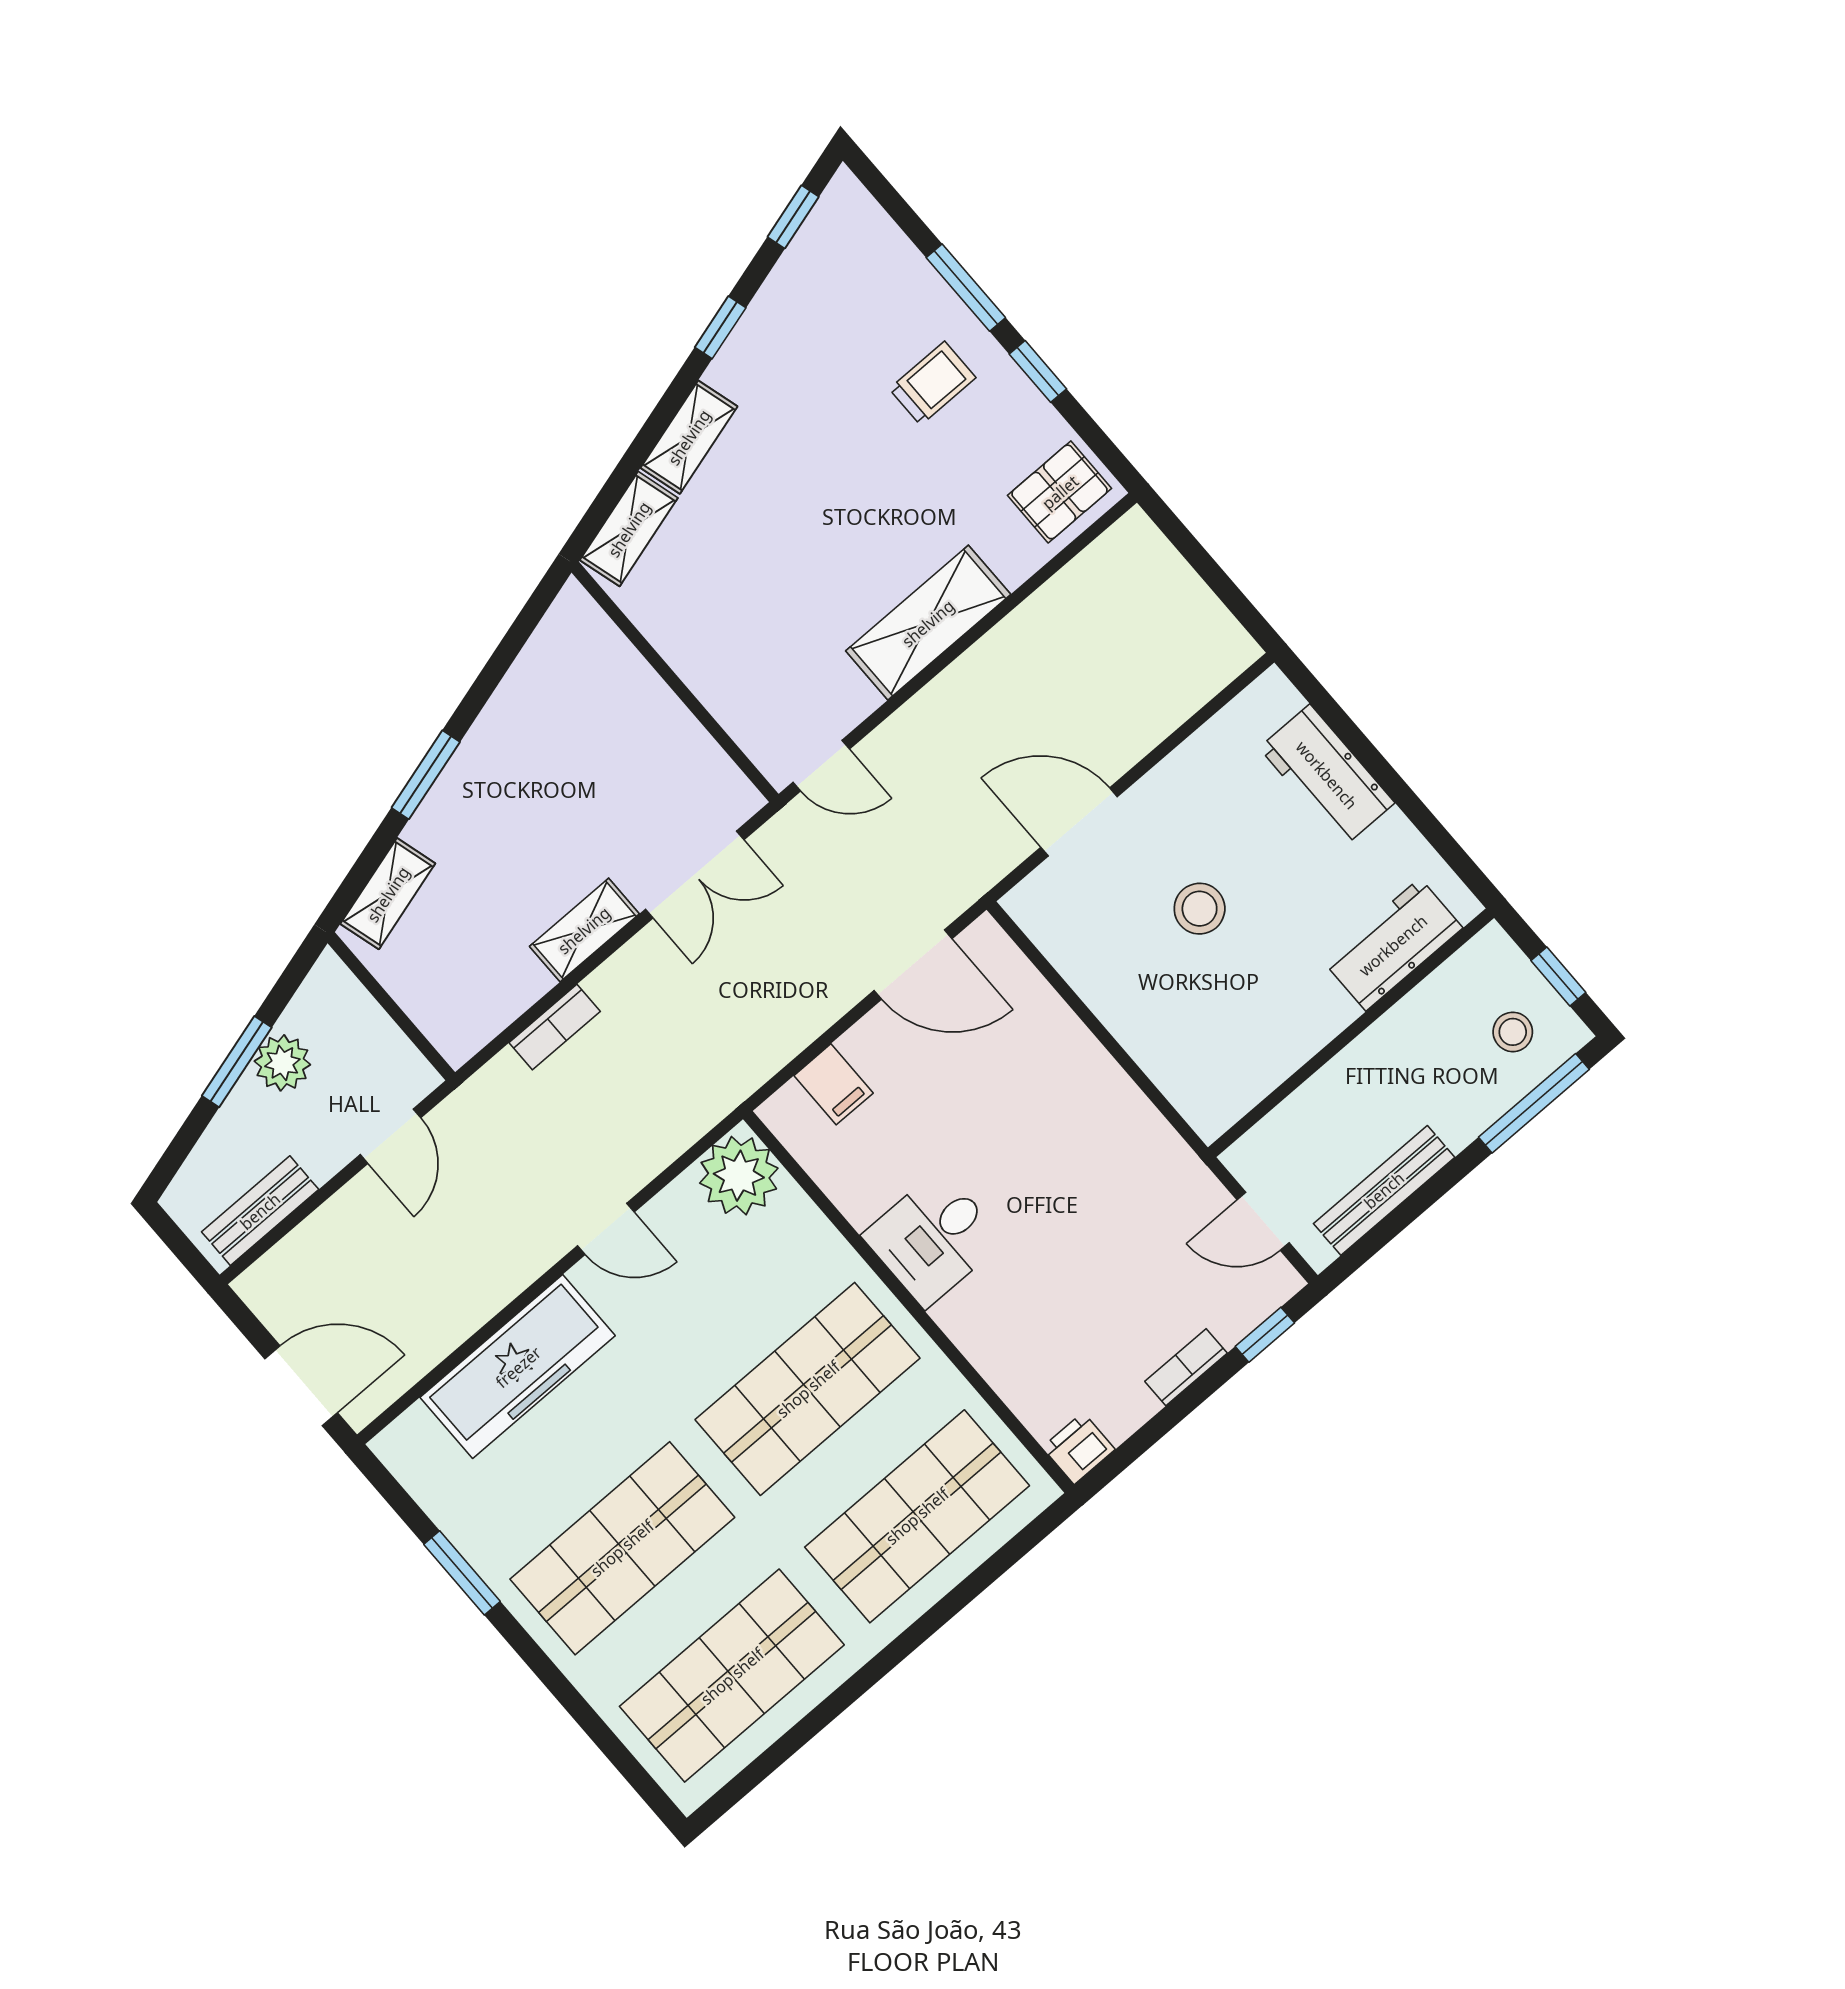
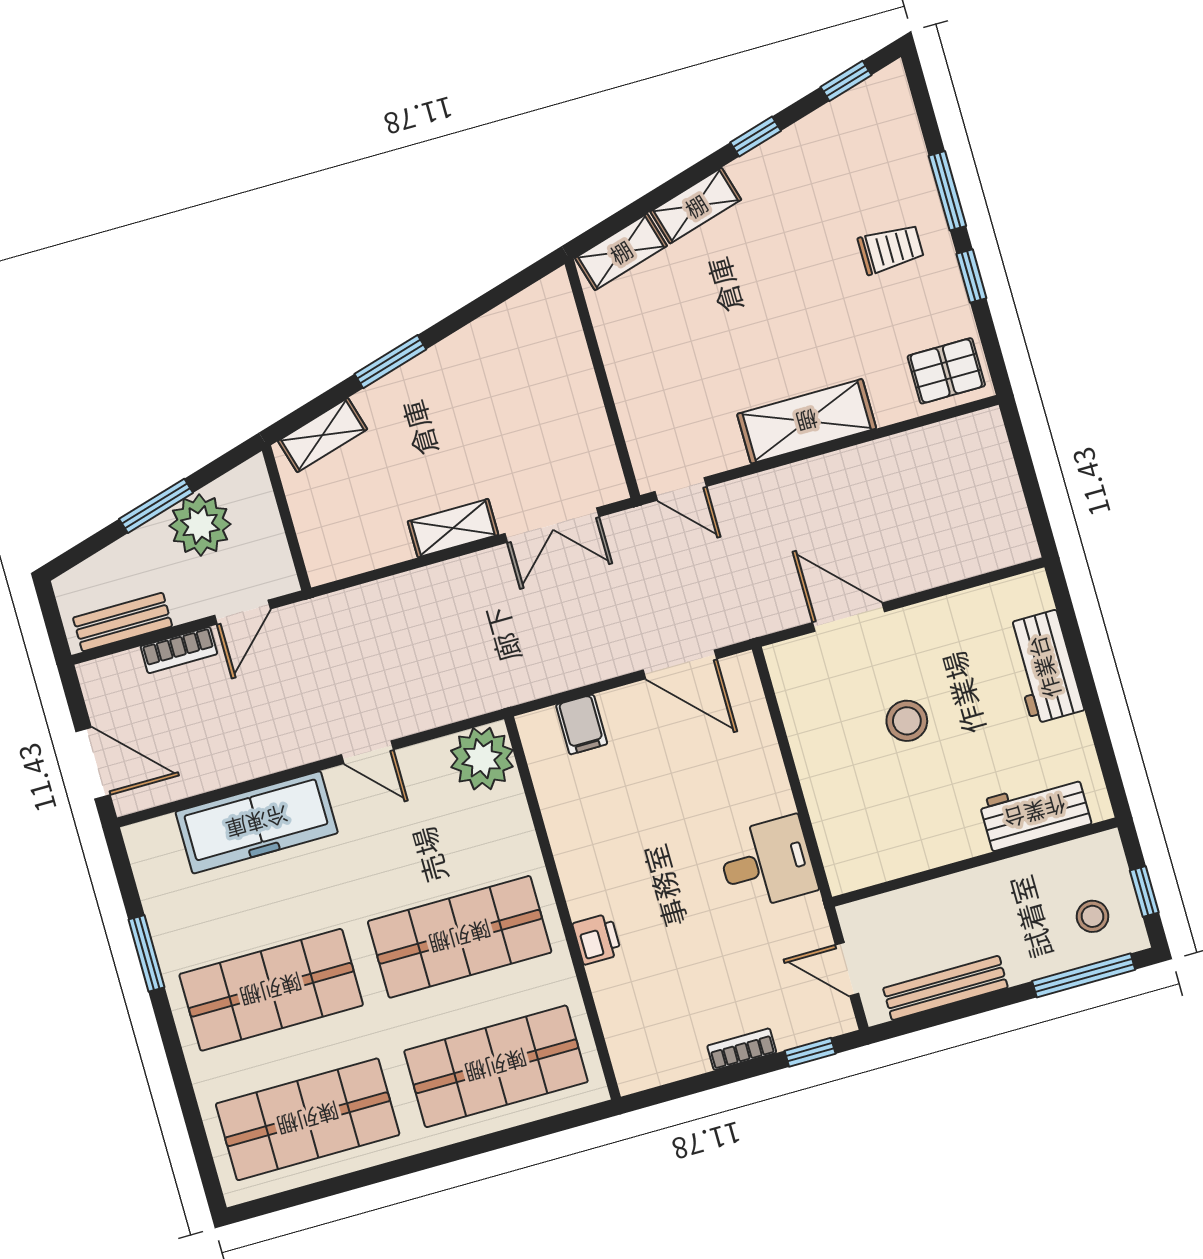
bookcase: (555, 1027) -> (179, 650), moved
plant: (282, 1063) -> (200, 525), width x1.36, depth x1.36
desk: (933, 1238) -> (767, 863), moved, turned 180
printer: (1079, 1448) -> (597, 939), moved, turned 90

